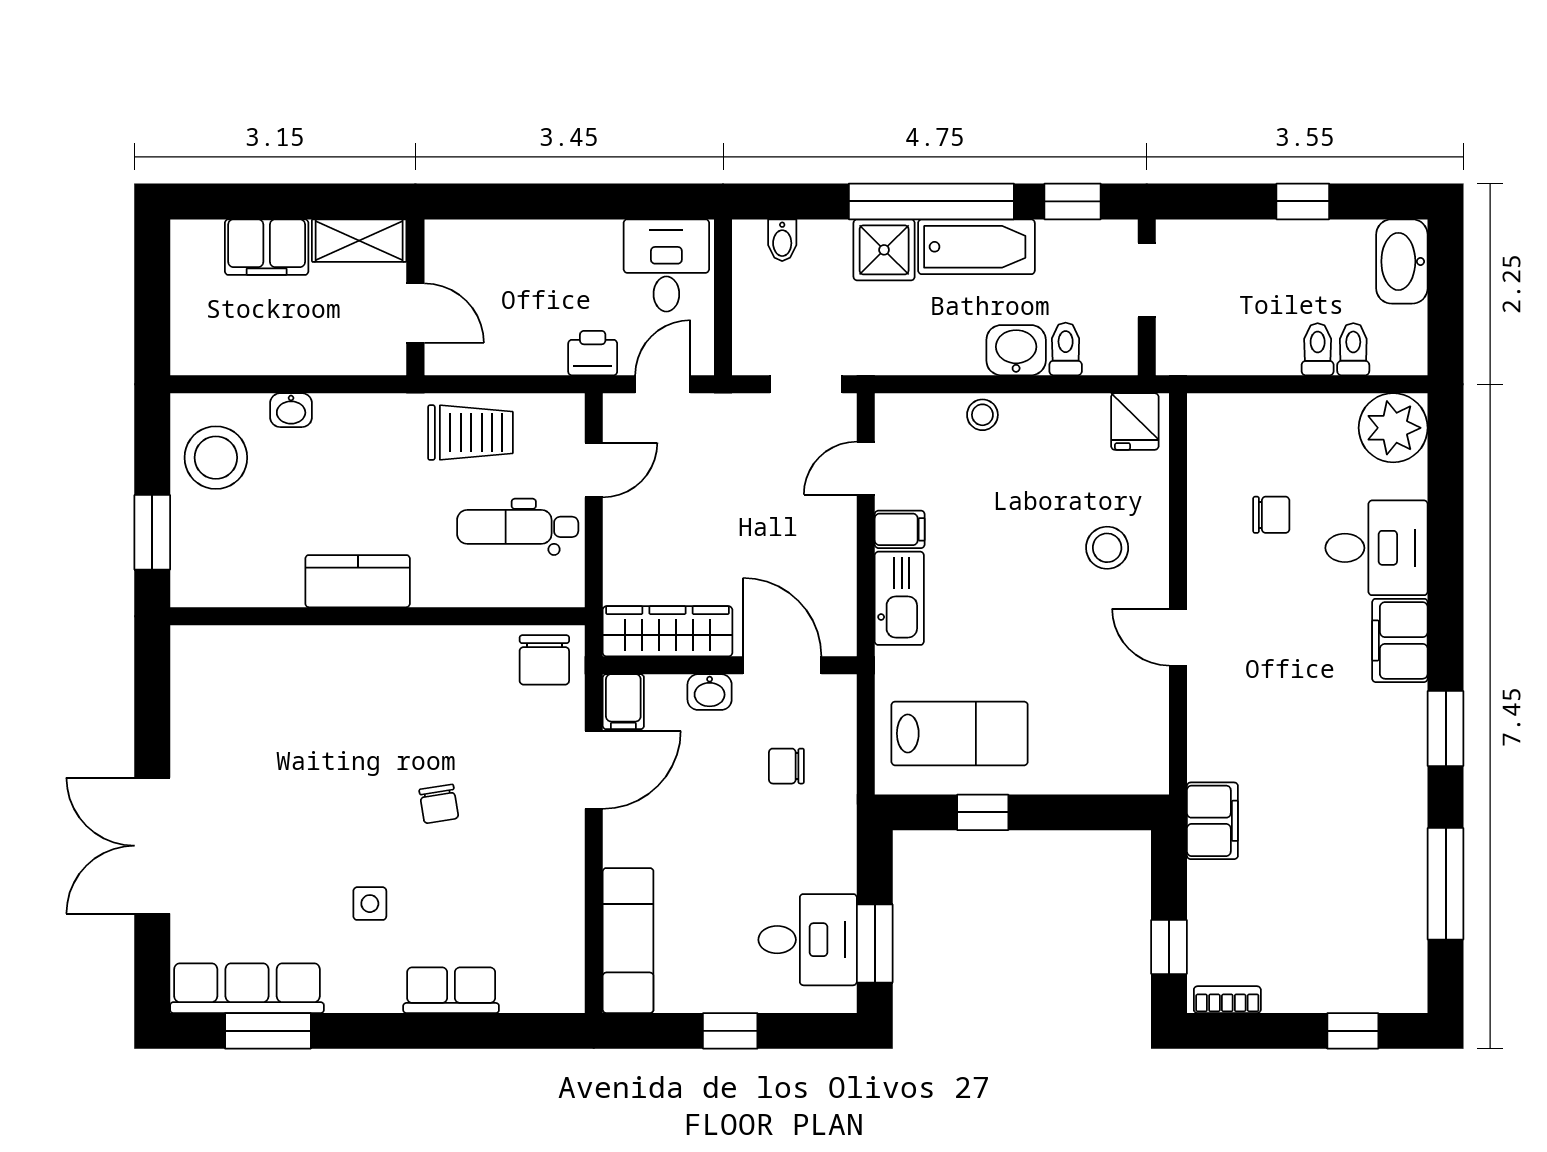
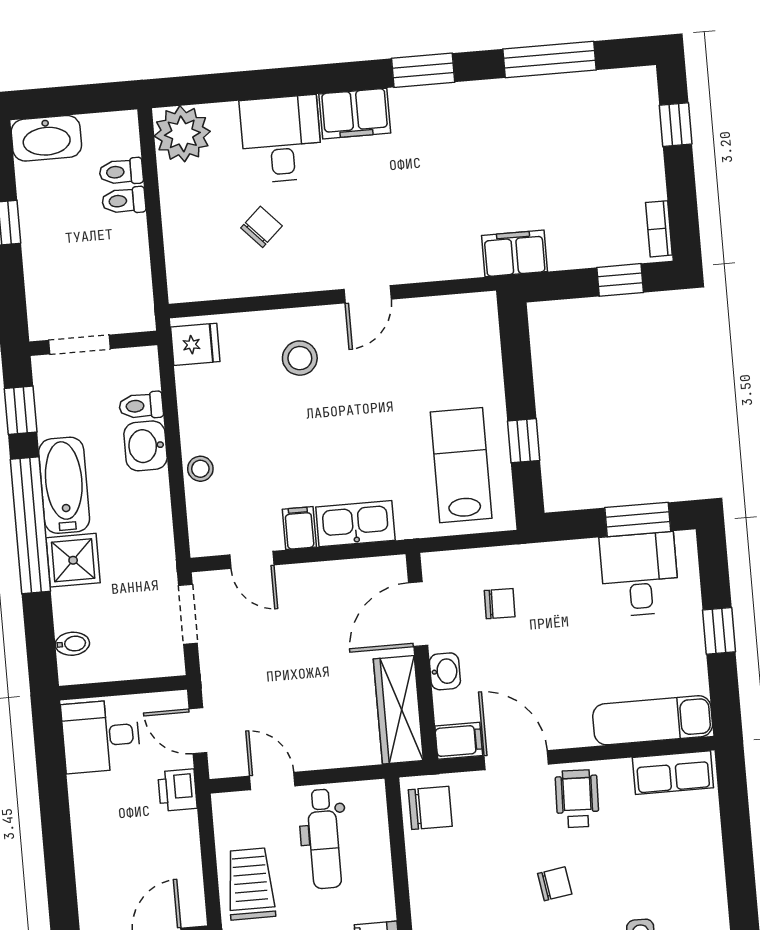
chair: (1271, 515) -> (262, 227), turned 47
chair: (786, 766) -> (500, 604), turned -89
wheelchair: (540, 840) -> (577, 799), added
row of seats: (451, 990) -> (673, 773), moved, turned -90

